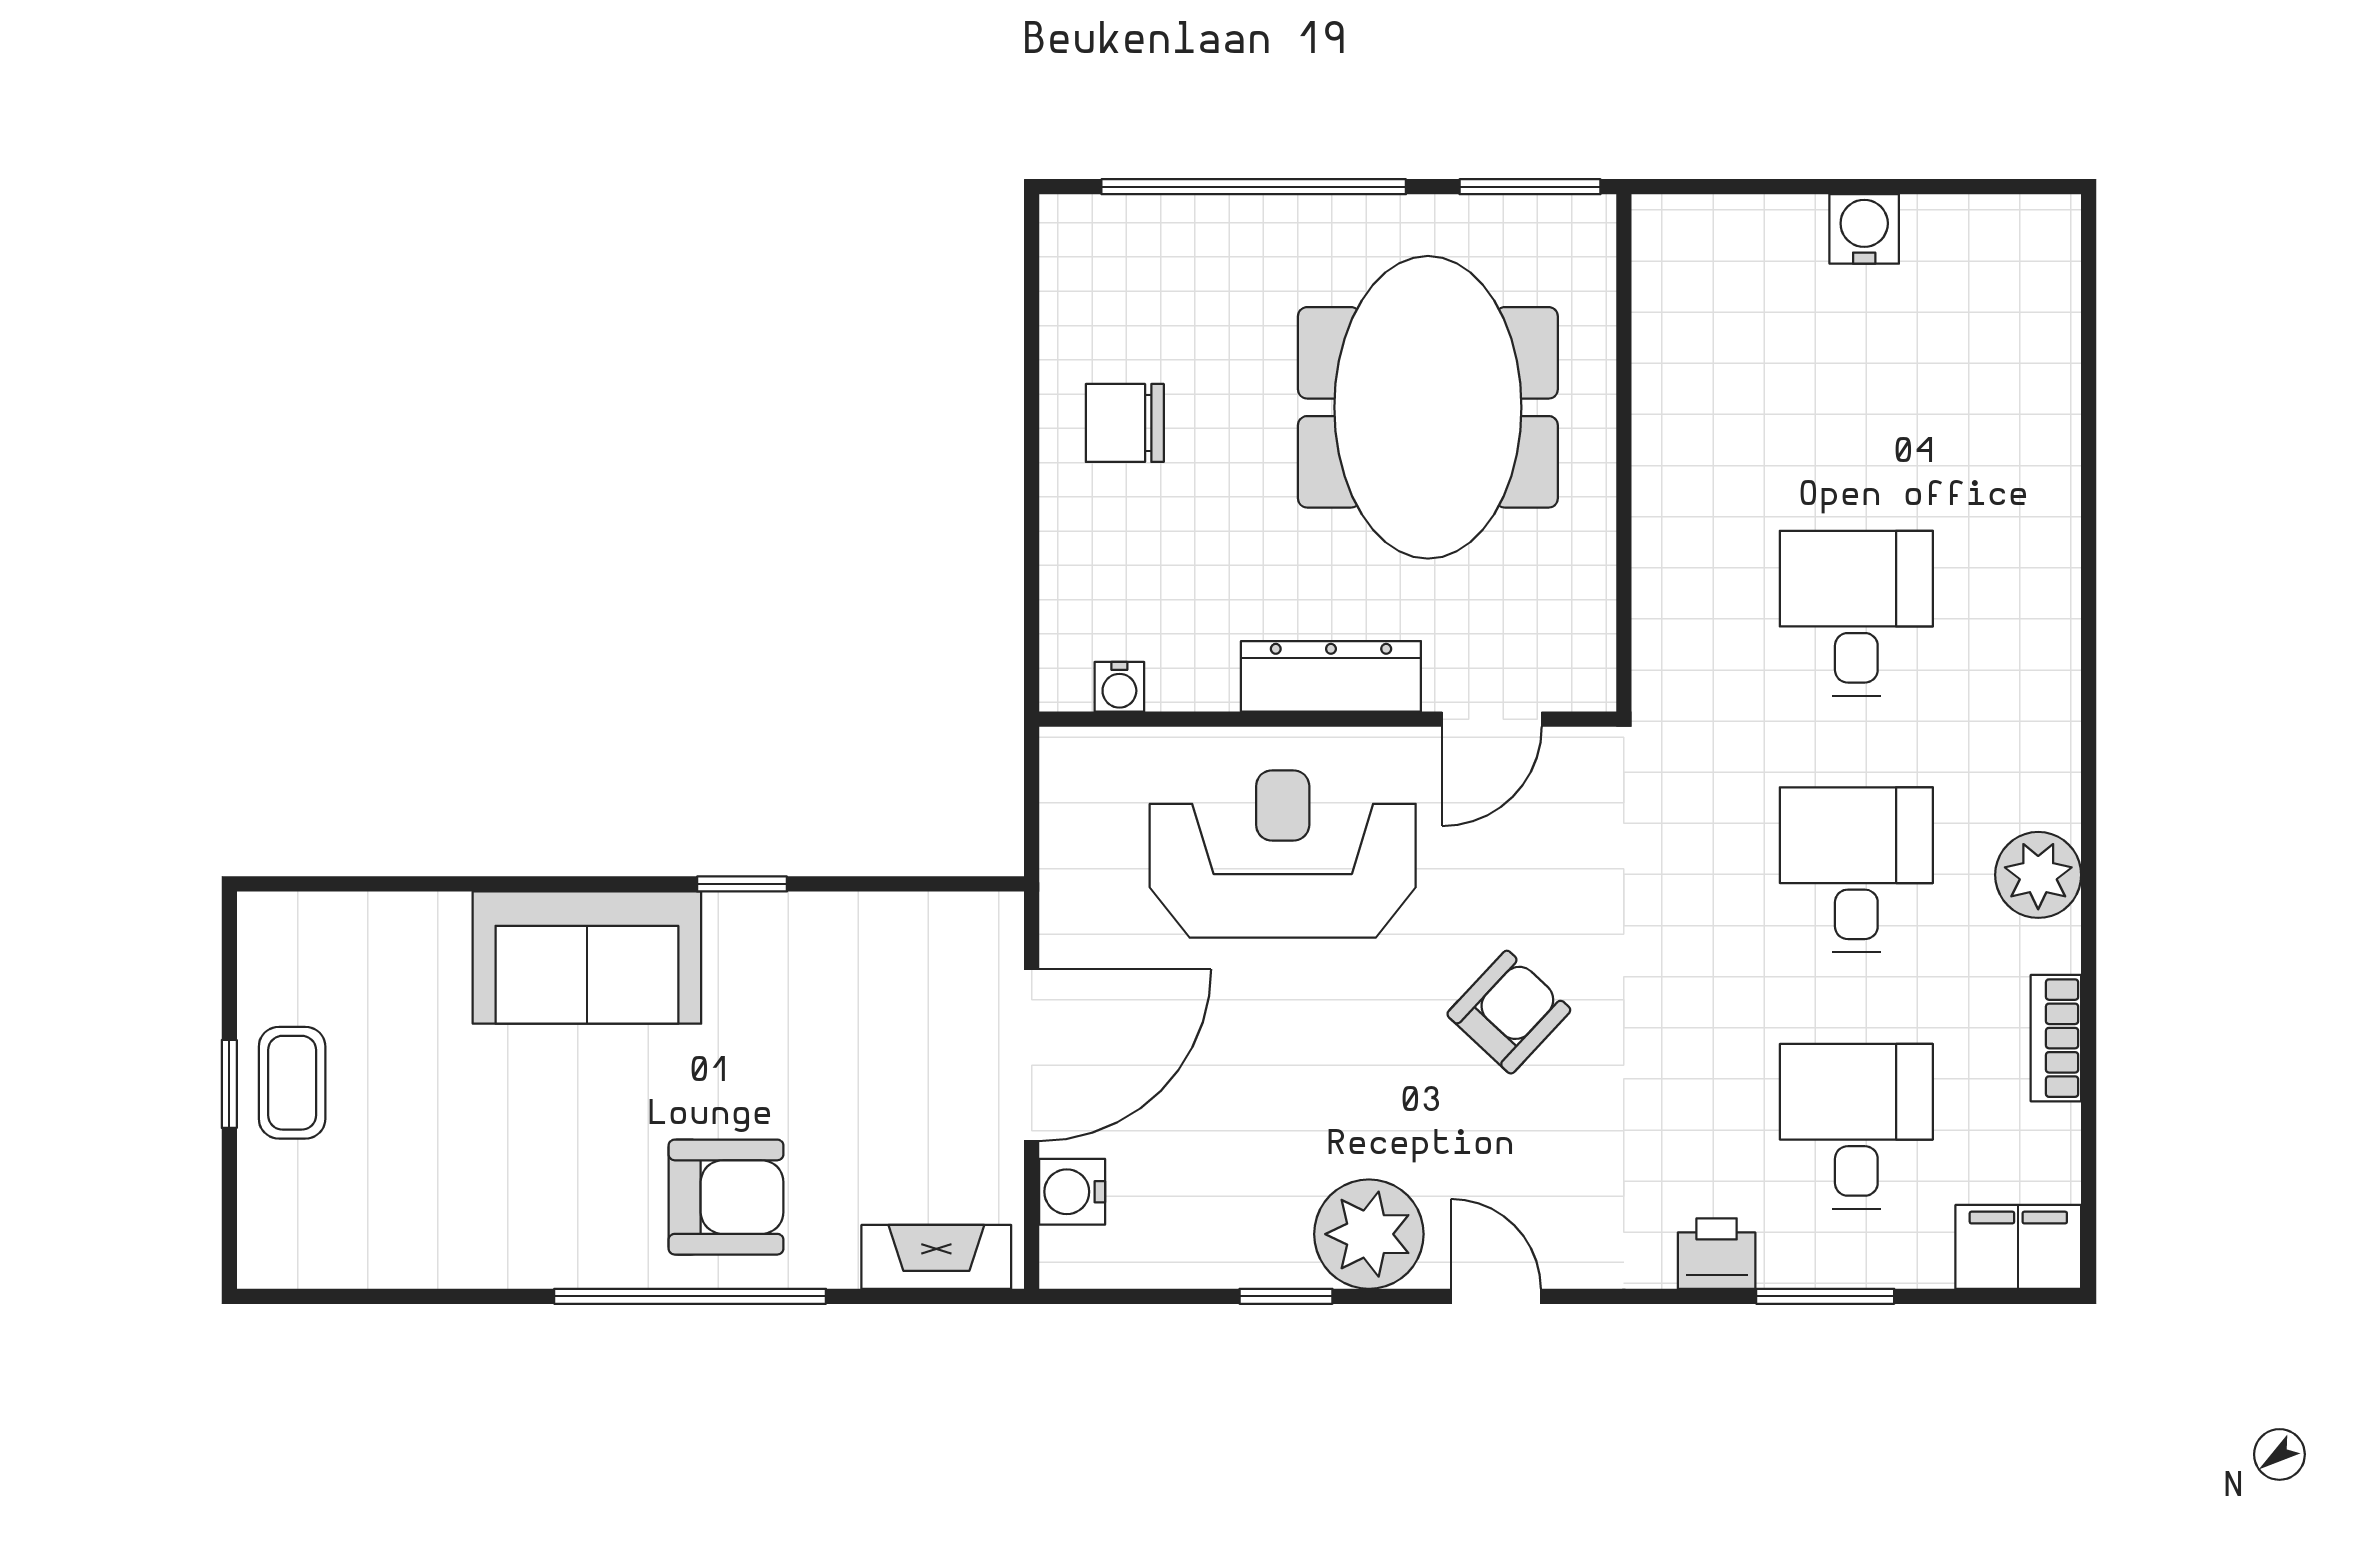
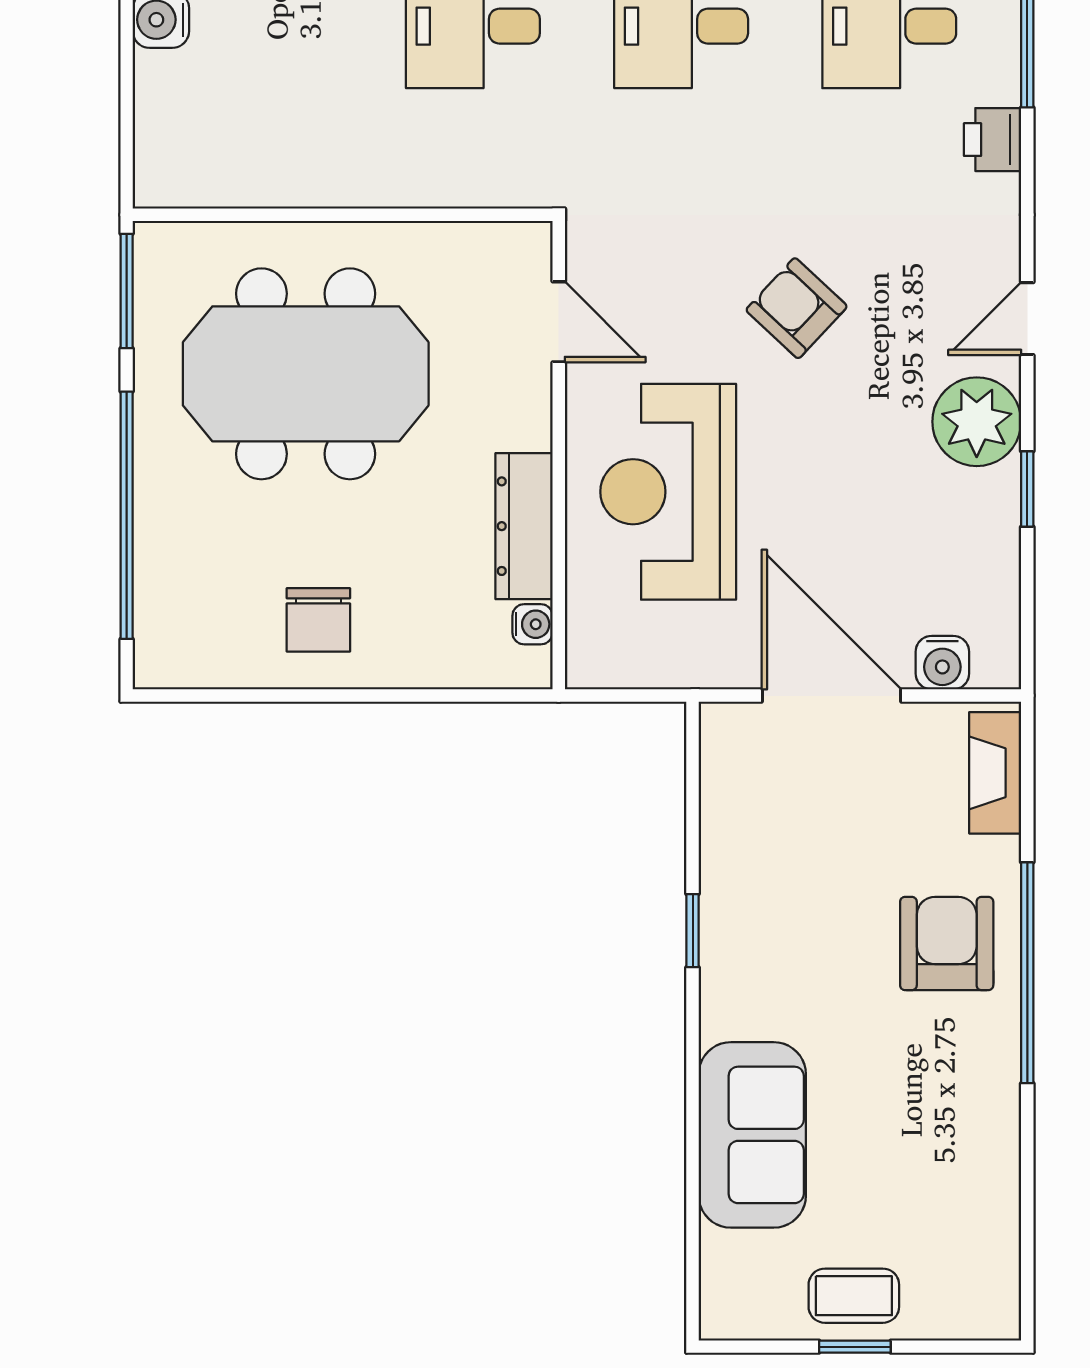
dresser: (1331, 676) -> (524, 526), moved
sofa: (587, 958) -> (752, 1135), moved

